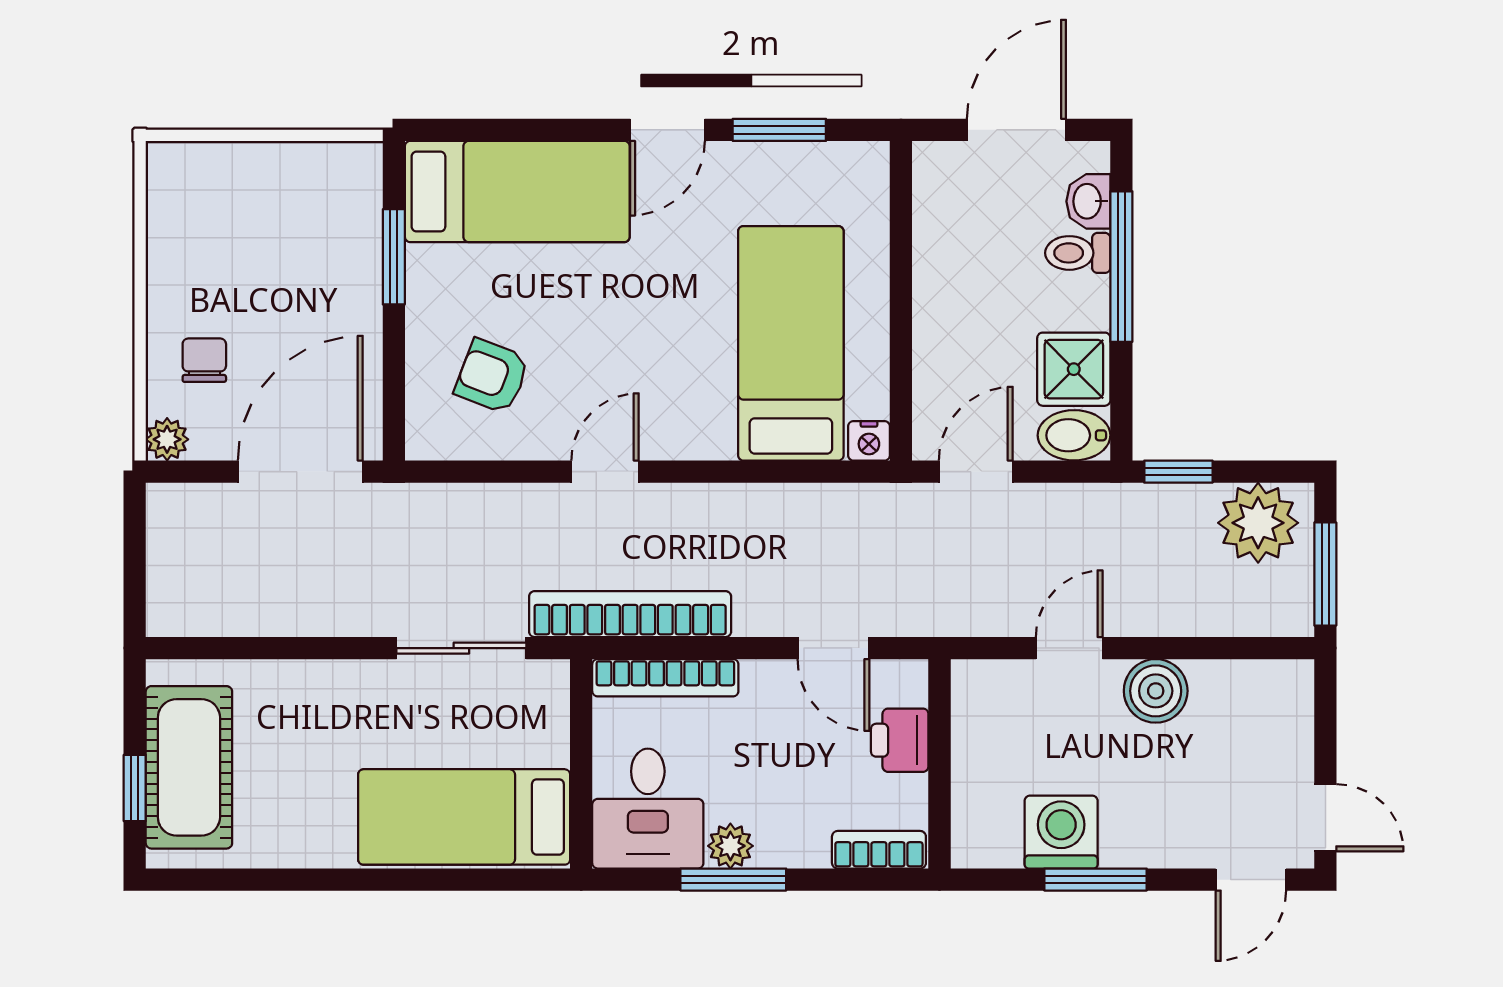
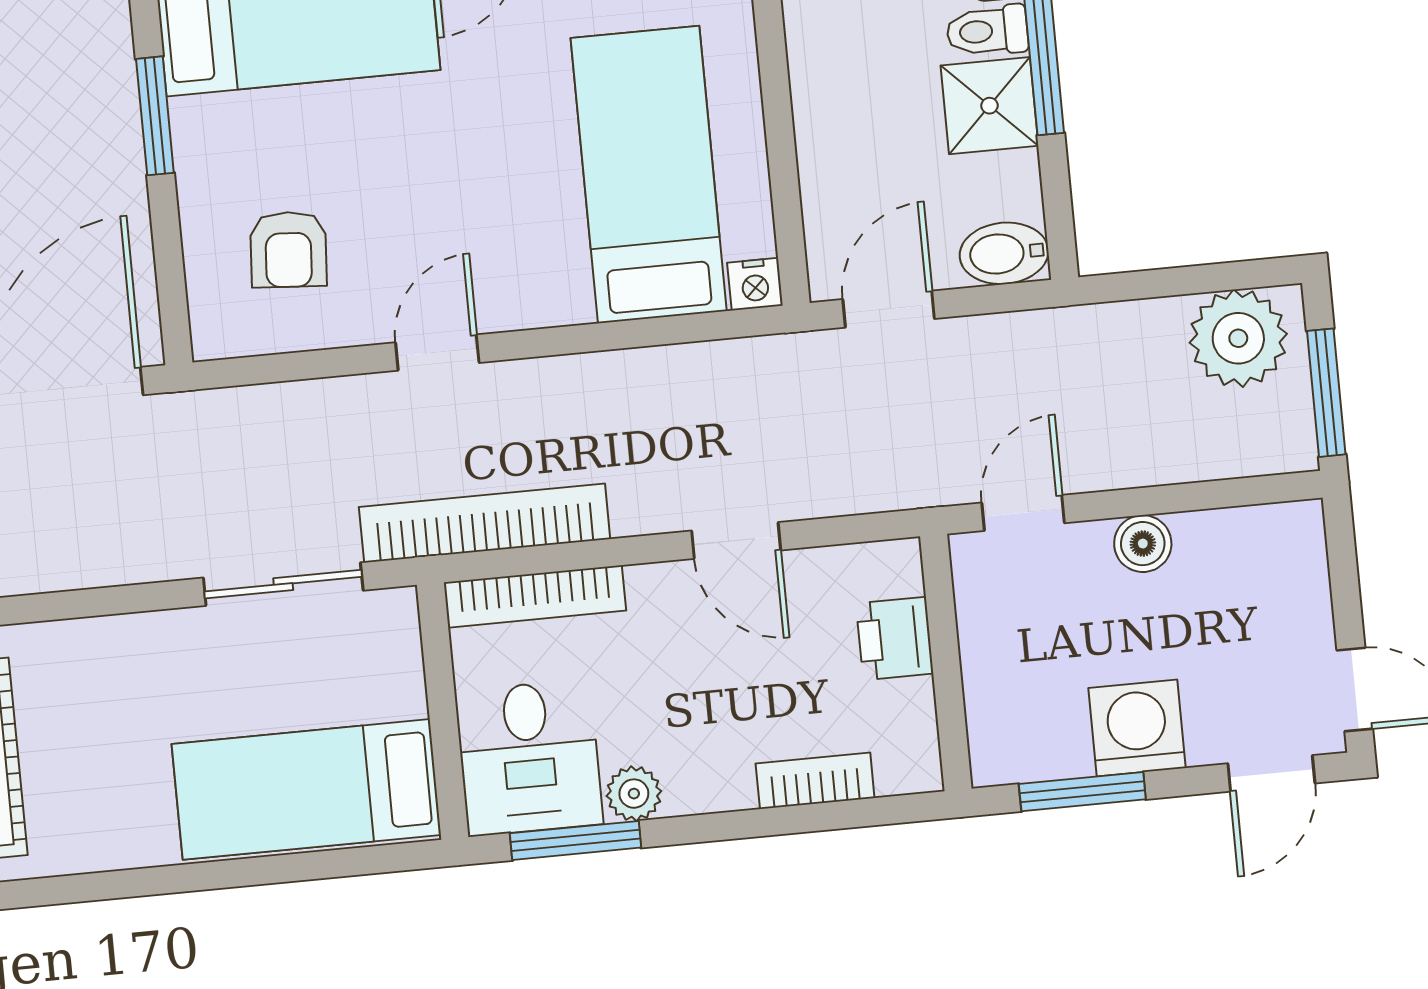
shower: (1074, 369) -> (990, 106), moved
armchair: (492, 376) -> (288, 250), turned -107
window: (1178, 472) -> (1135, 285), removed
boiler: (1156, 691) -> (1143, 544), width x0.73, depth x0.73
printer: (900, 740) -> (895, 638), moved
wall: (939, 764) -> (946, 663), moved
washing machine: (1061, 832) -> (1137, 728), moved
window: (733, 880) -> (576, 840), moved

